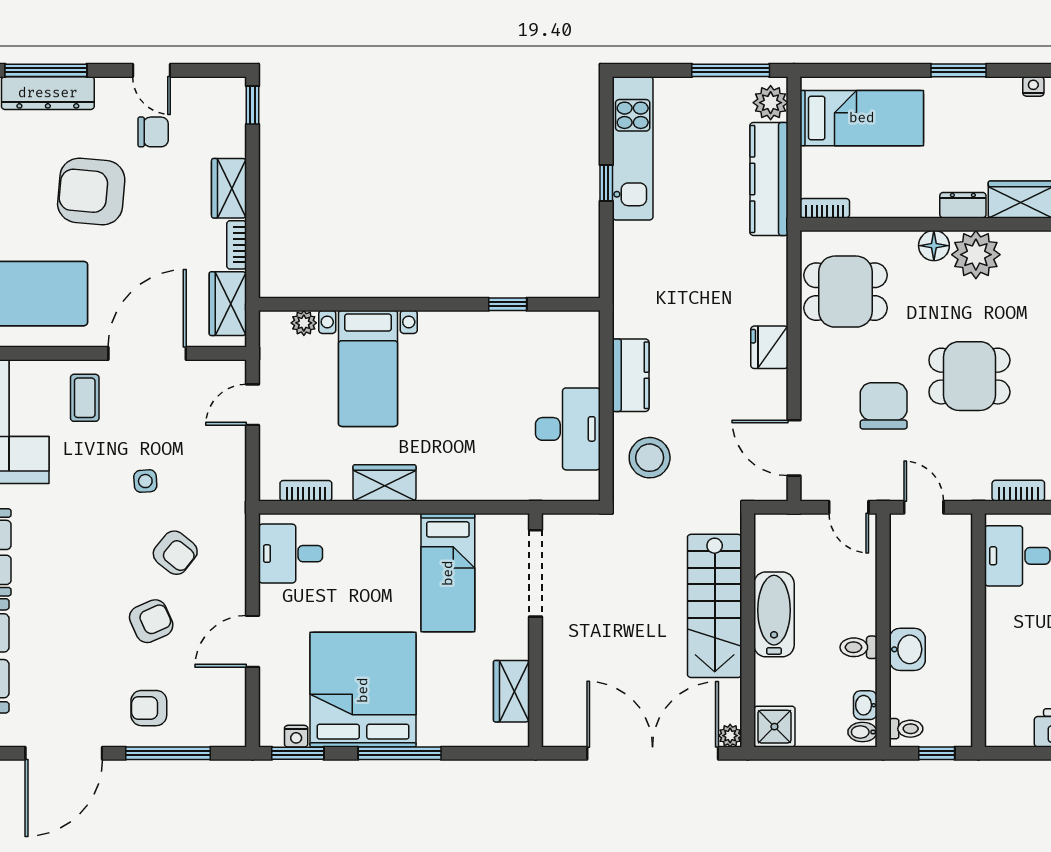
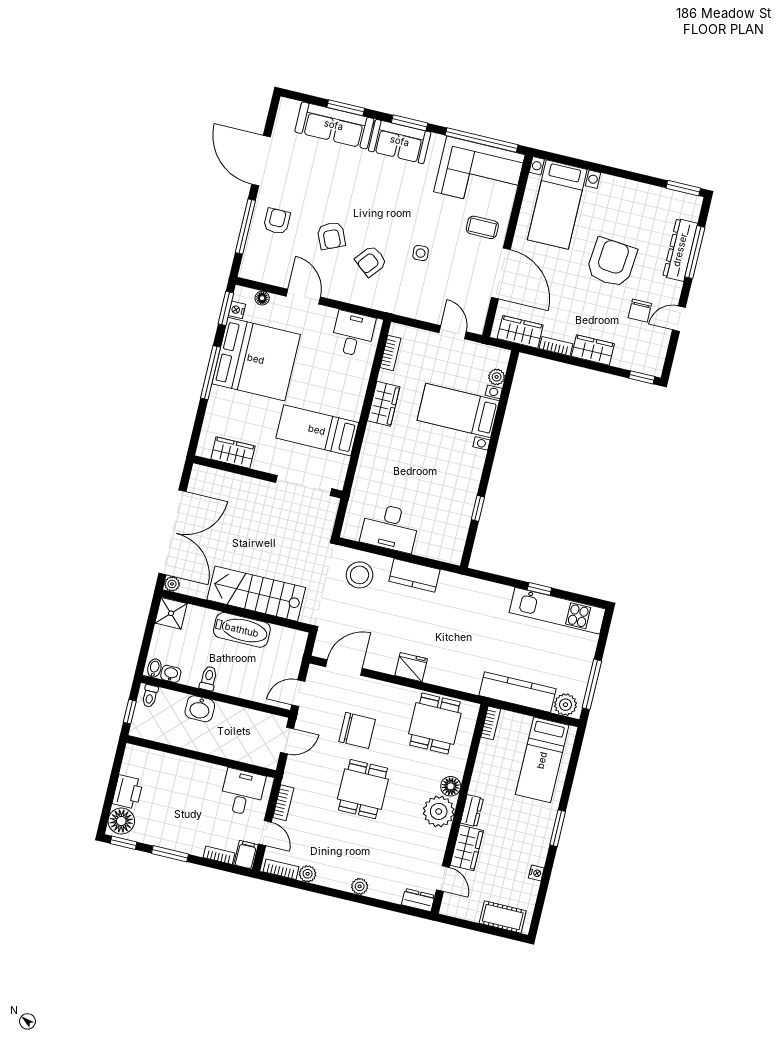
floor lamp: (269, 703) -> (262, 298), added

